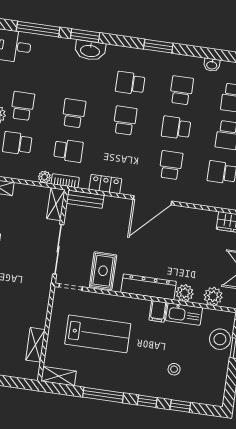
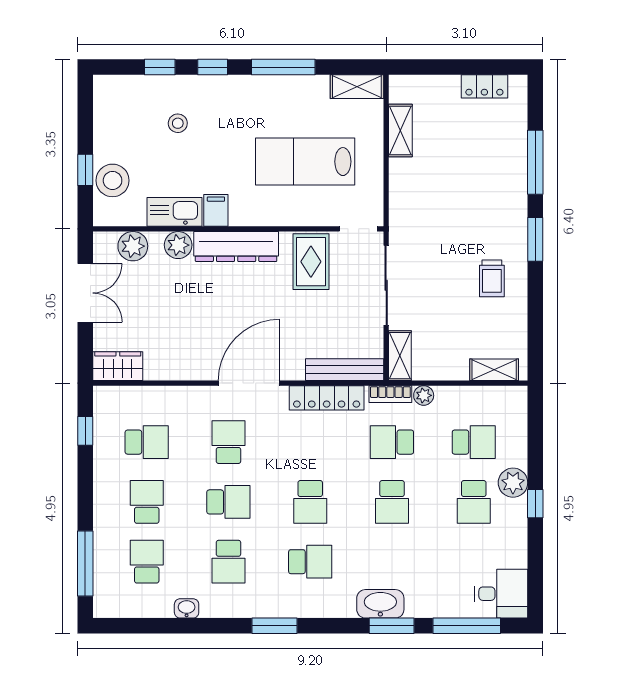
school desk: (171, 165) -> (228, 442), turned 180
locker: (105, 184) -> (327, 398), width x1.53
bench: (85, 199) -> (345, 370), width x1.36

